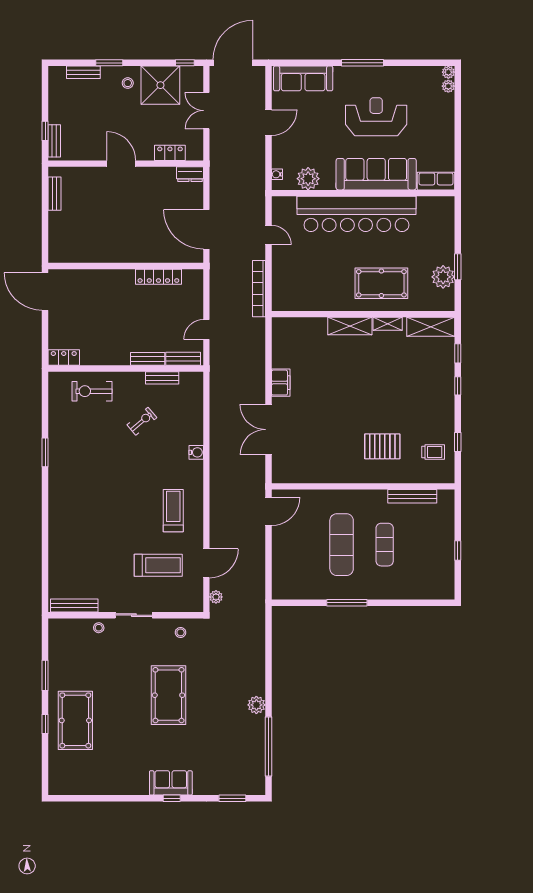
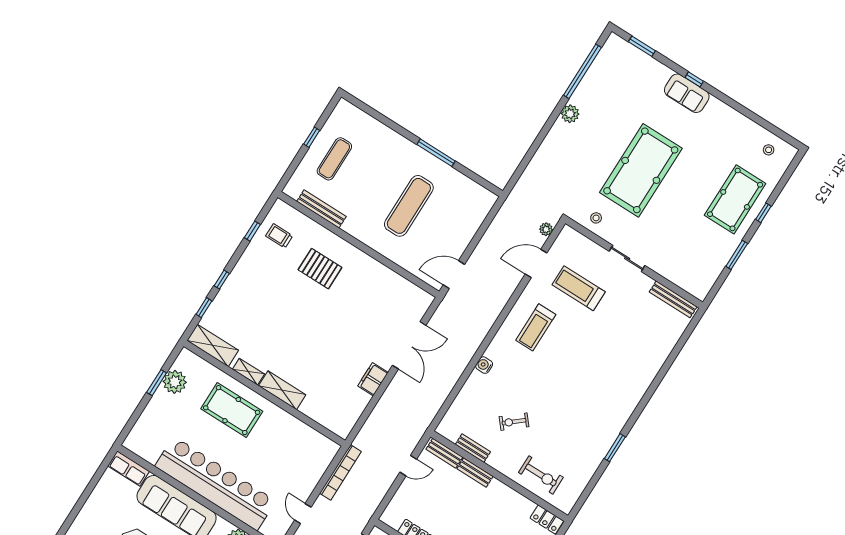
exercise mat: (385, 545) -> (334, 159), moved
stool: (99, 628) -> (769, 150), moved
pool table: (168, 695) -> (641, 170), width x1.36, depth x1.32

